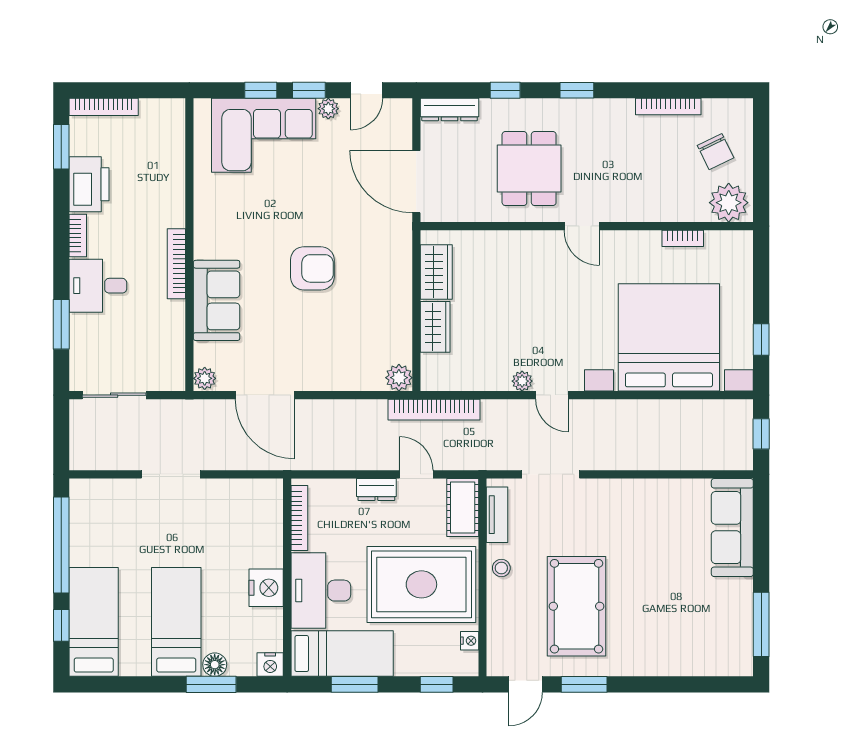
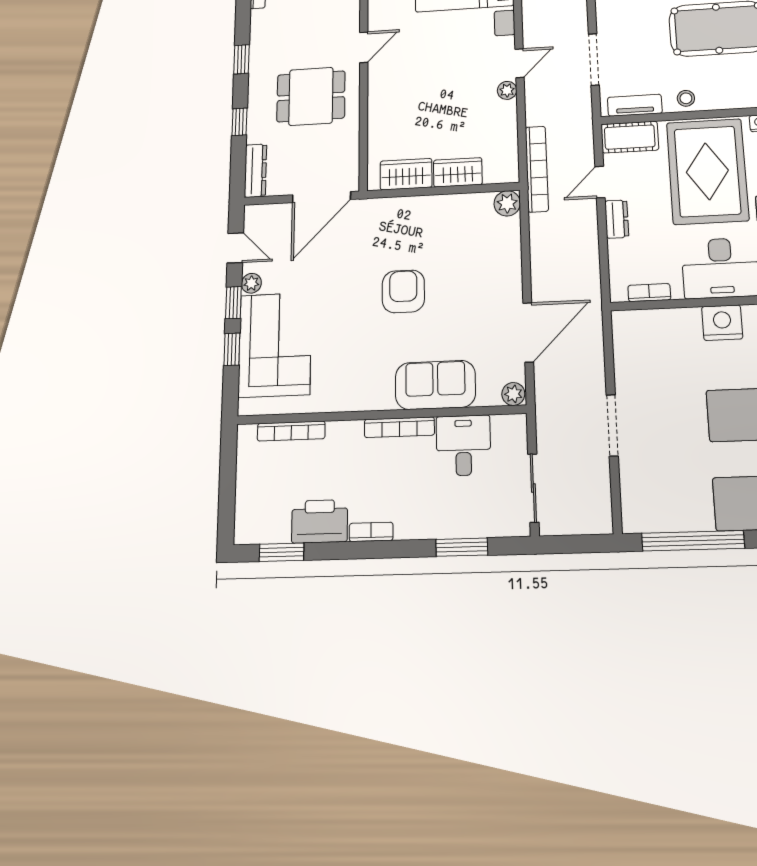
bookcase: (104, 107) -> (291, 431), moved, turned 90
desk: (98, 286) -> (463, 445), moved, turned 180
bookcase: (299, 518) -> (649, 293), width x0.64

